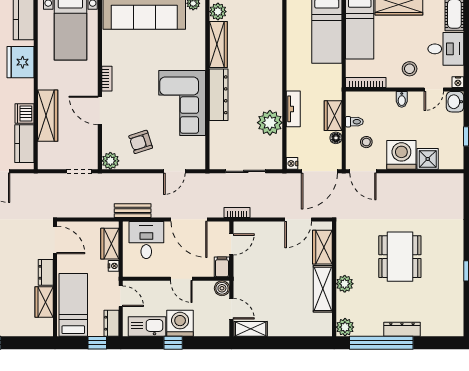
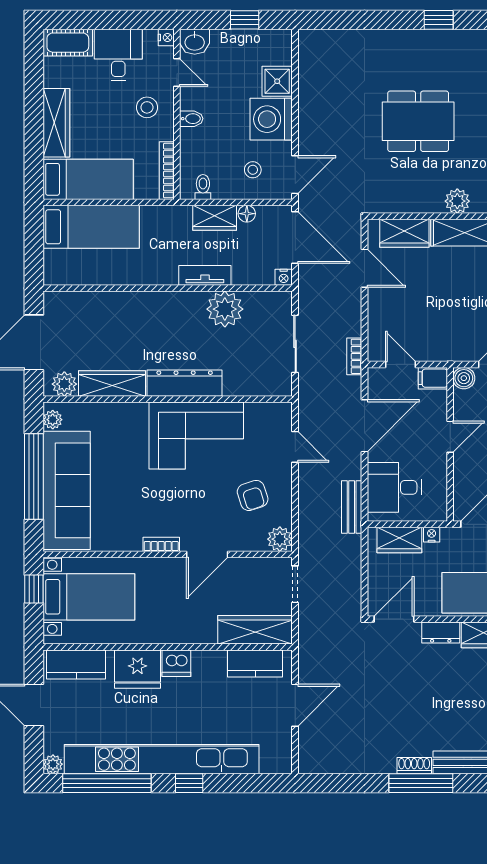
dishwasher: (24, 113) -> (176, 663), moved
wardrobe: (48, 116) -> (255, 630), moved
toilet: (354, 122) -> (203, 187), moved

